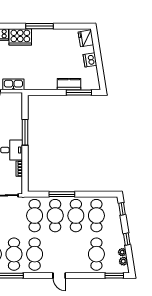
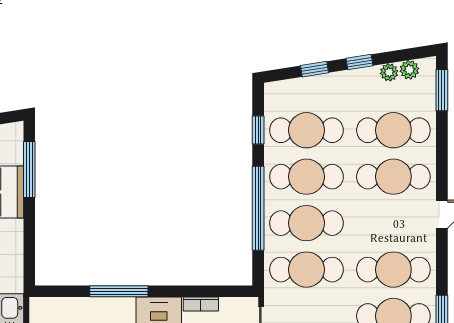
window: (62, 194) -> (258, 208), width x1.46
window: (97, 194) -> (258, 130), added
window: (122, 209) -> (315, 69), moved
cafe table: (76, 254) -> (393, 177), added

